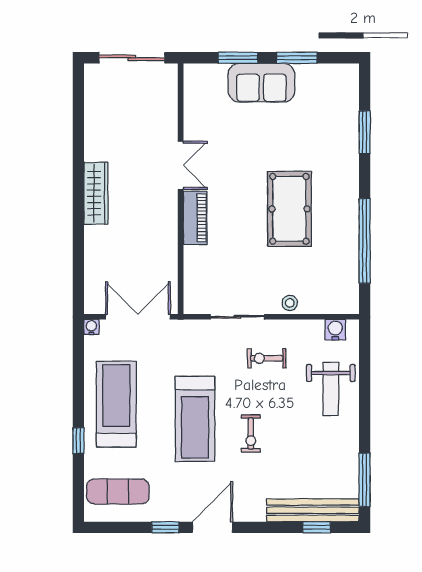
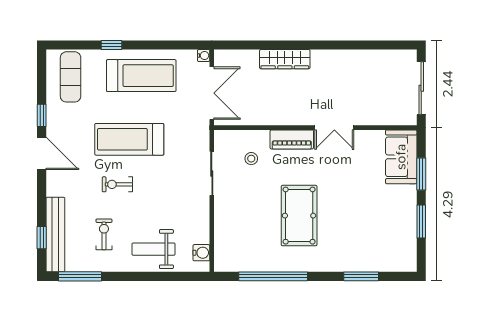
sofa: (261, 83) -> (401, 157), moved
wardrobe: (96, 193) -> (285, 59), moved
pool table: (289, 209) -> (299, 216), turned 90
stool: (290, 303) -> (251, 159), moved
exercise bike: (267, 358) -> (104, 234), moved

